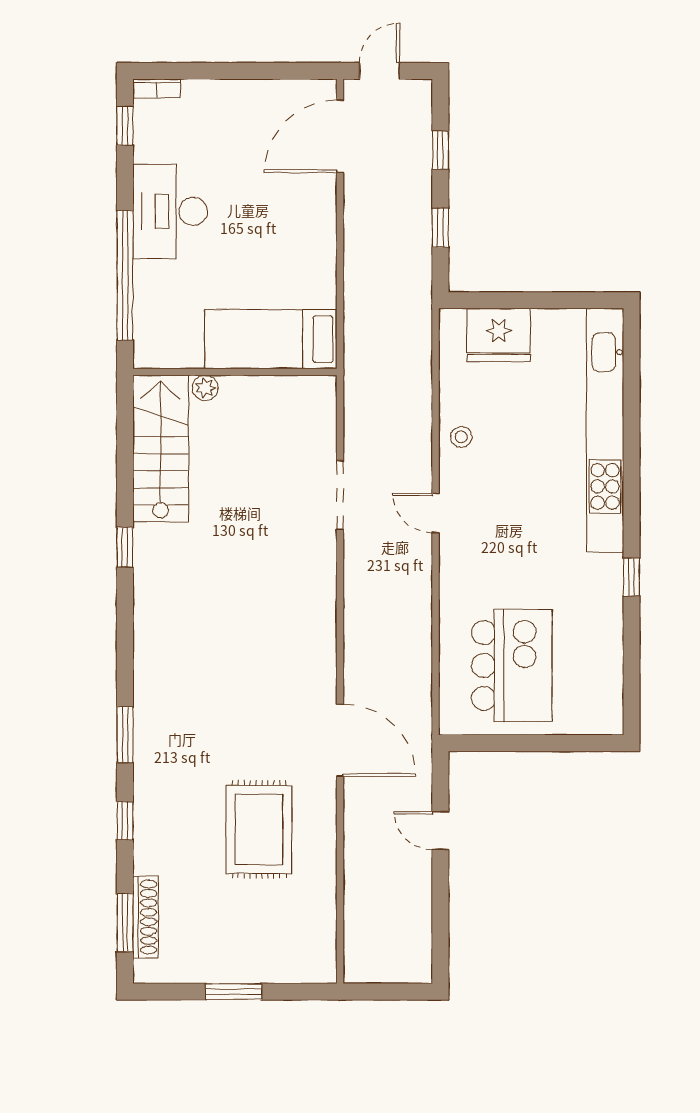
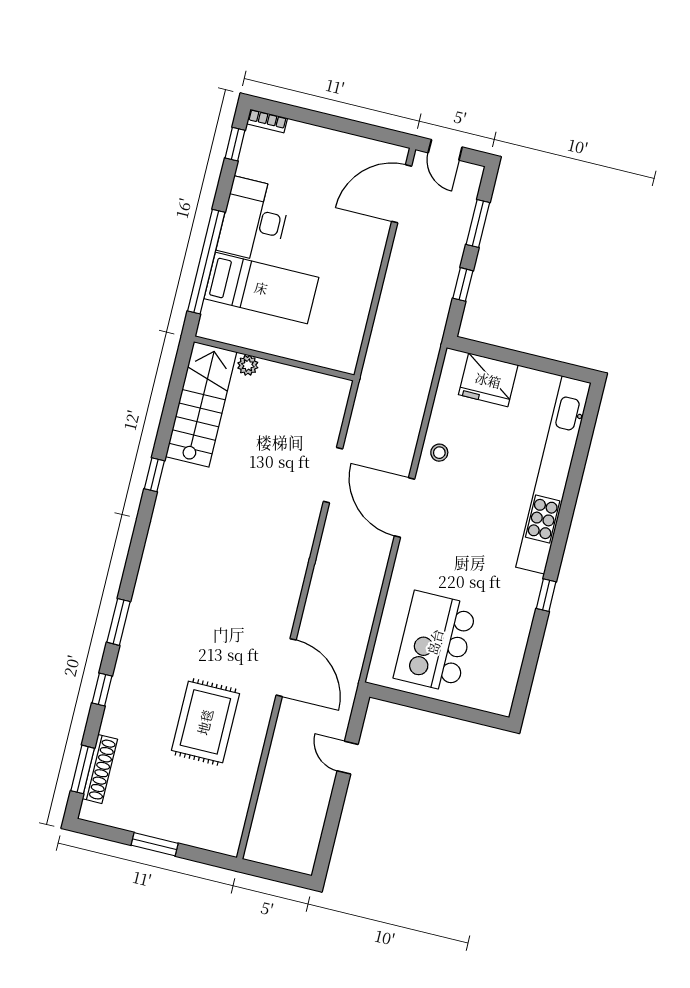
door: (379, 71) -> (445, 150), swing flipped
window: (440, 150) -> (478, 224), width x1.50
bed: (271, 339) -> (261, 288), moved, turned 180
door: (436, 513) -> (405, 507), width x1.88
kitchen island: (512, 665) -> (435, 642), turned 180

